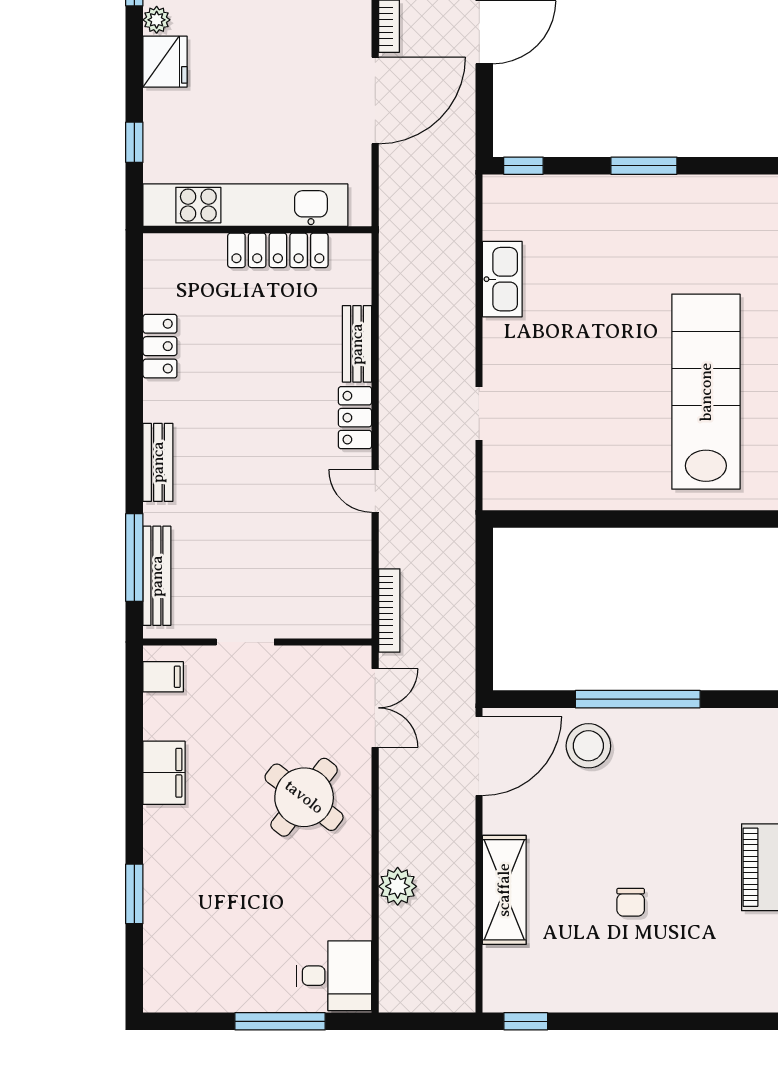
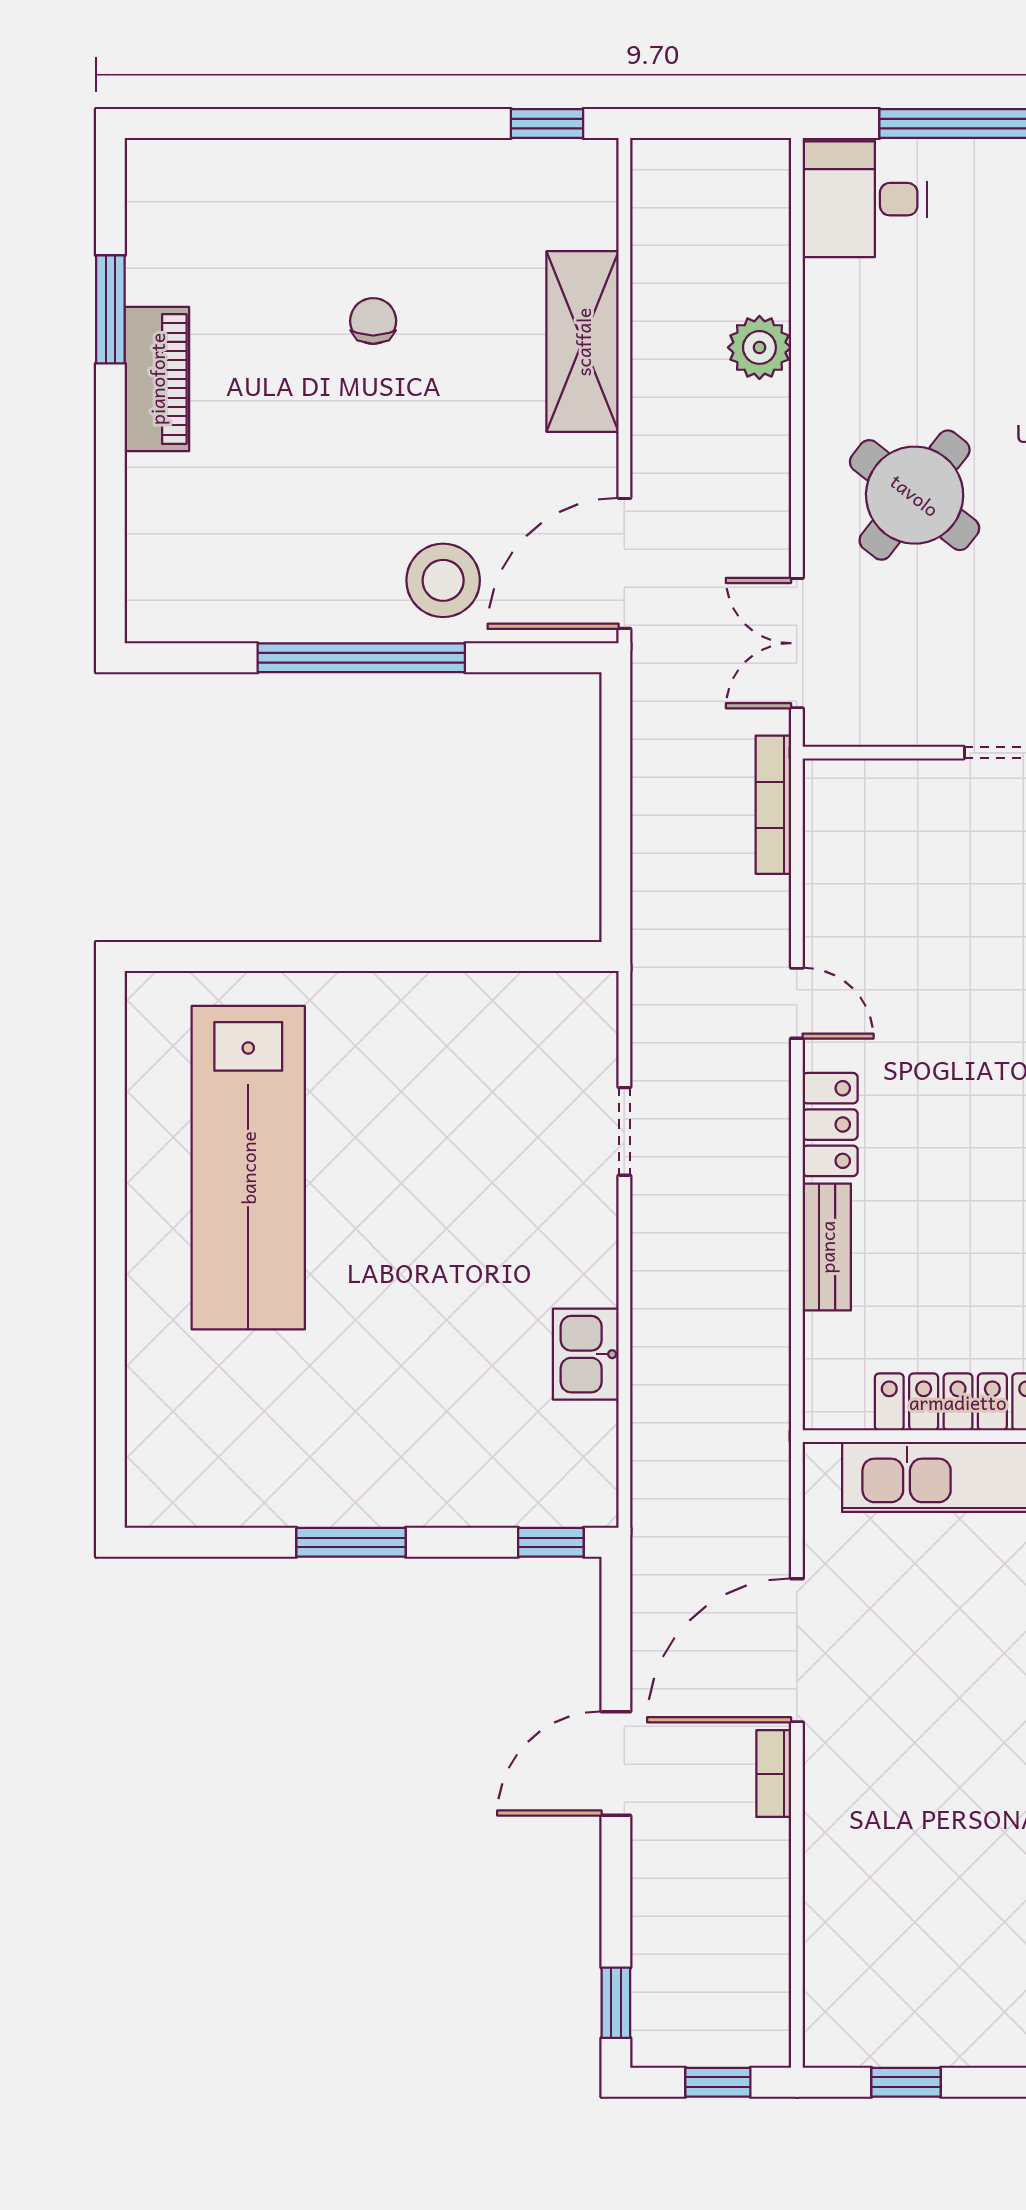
kitchen sink: (502, 279) -> (586, 1354), width x0.73

